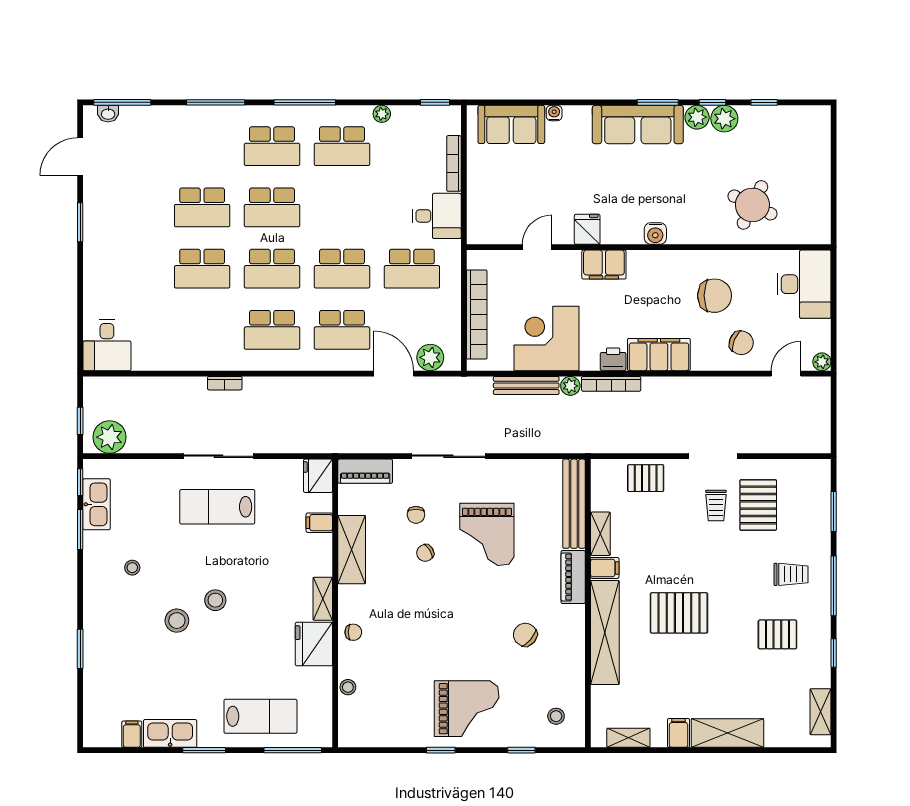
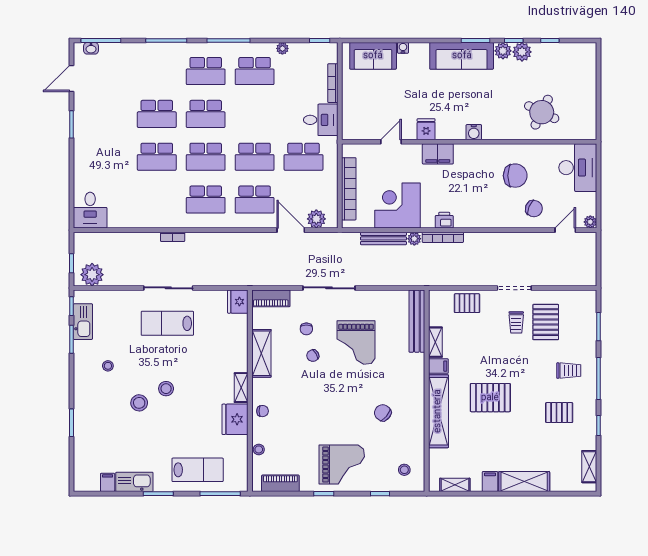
filing cabinet: (659, 355) -> (476, 217), removed
filing cabinet: (319, 523) -> (239, 334), removed
piano: (573, 577) -> (280, 483), moved, turned 90

